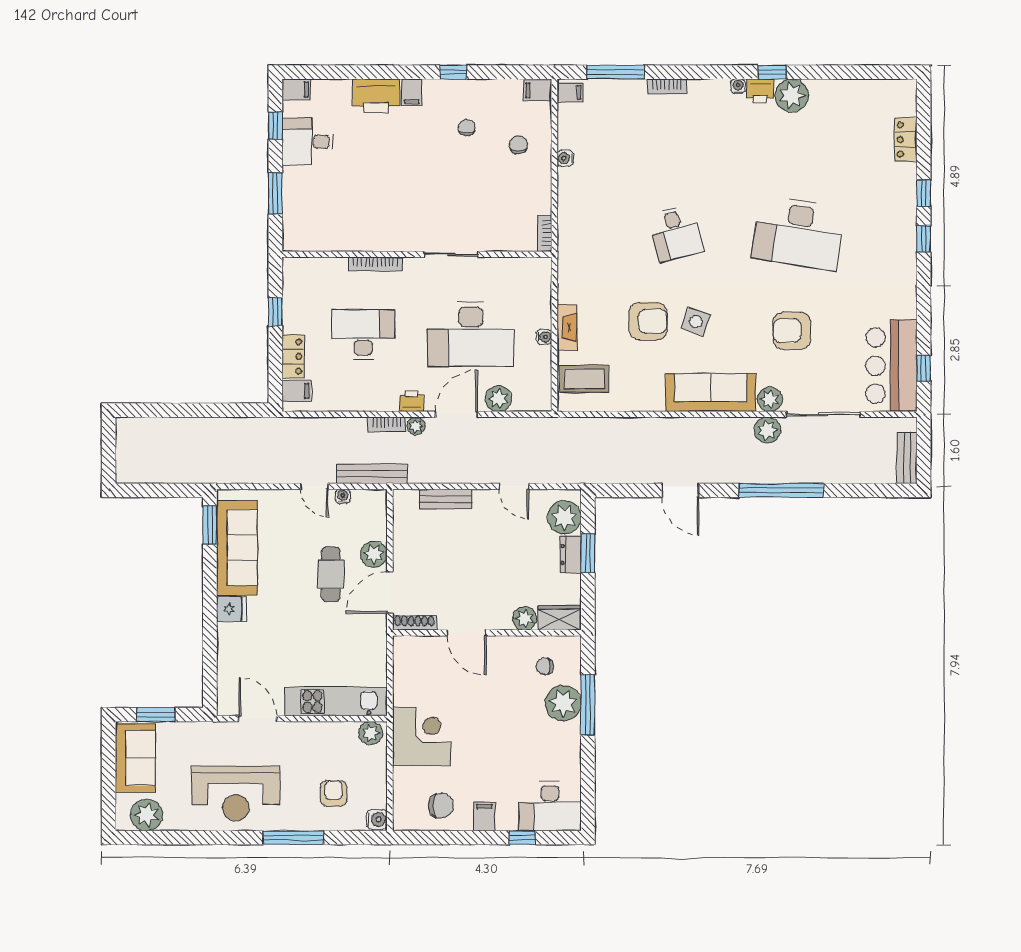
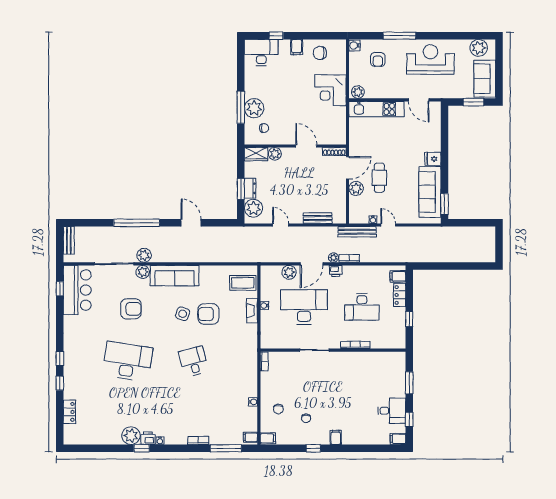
printer: (376, 96) -> (355, 435), removed

